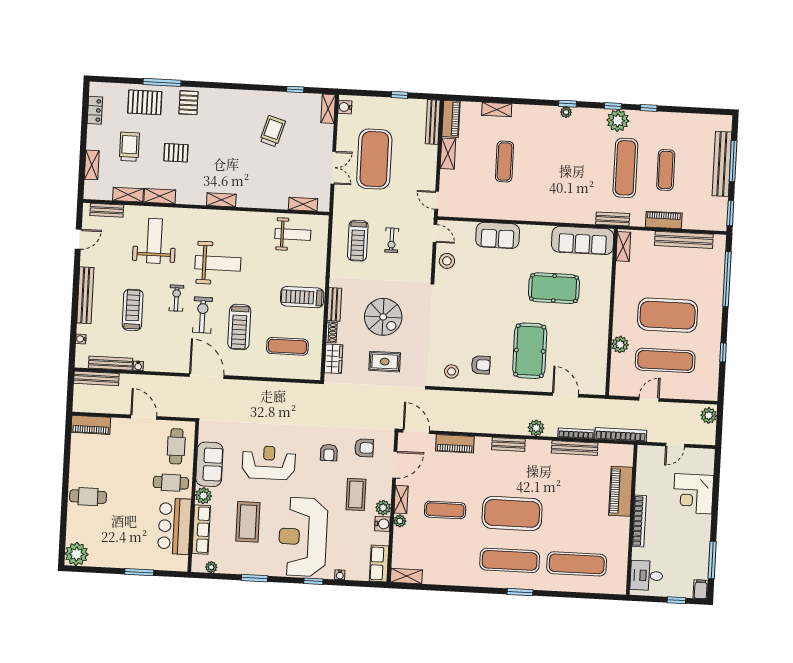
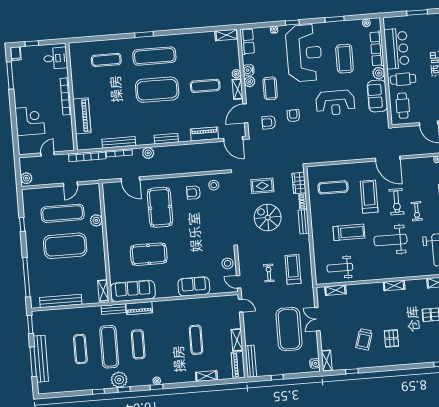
pallet: (188, 103) -> (391, 338), moved
exercise mat: (585, 166) -> (138, 344), added
piano: (664, 220) -> (139, 308), moved
treadmill: (302, 297) -> (349, 232), moved
exercise mat: (577, 564) -> (106, 60), width x0.73, depth x0.69

